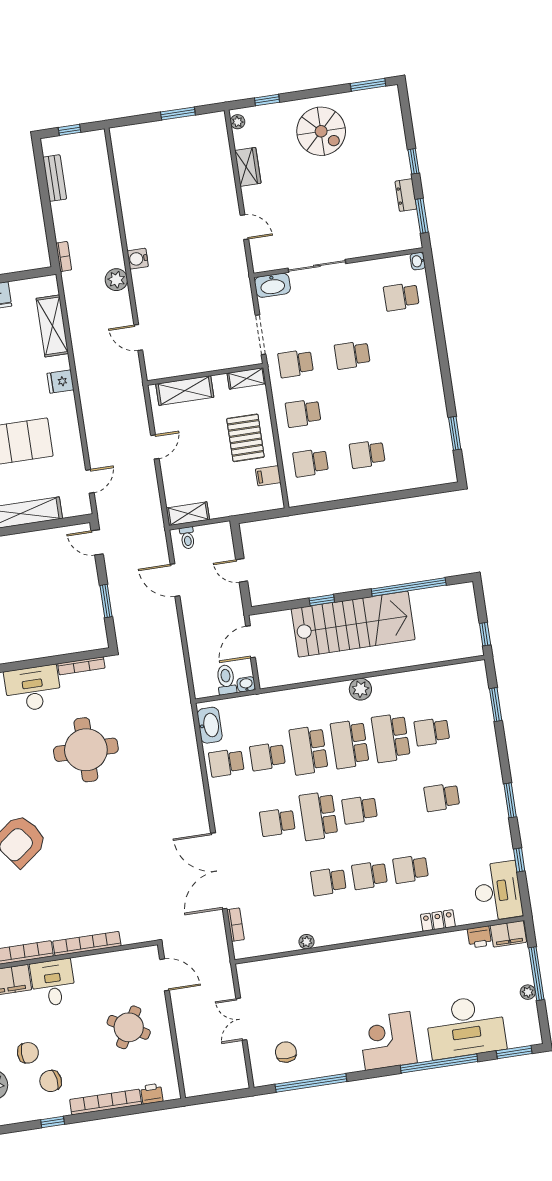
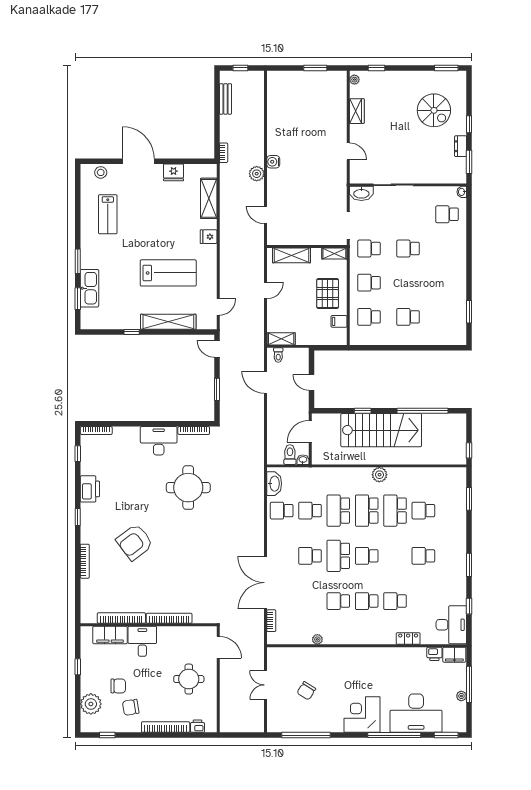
spiral stairs: (321, 131) -> (434, 110), moved
round table: (129, 1027) -> (189, 679), turned -30
chair: (286, 1052) -> (306, 691), moved, turned -148
window: (53, 1122) -> (107, 735), moved

